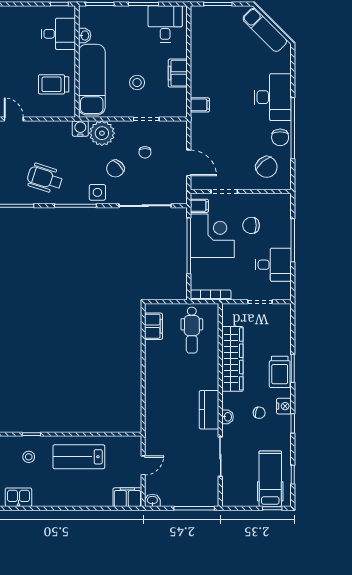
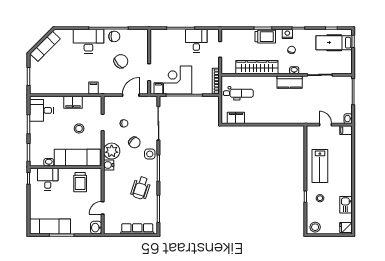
chair: (267, 167) -> (121, 61), moved
chair: (251, 225) -> (171, 55), removed
filing cabinet: (127, 497) -> (346, 130), width x0.50

